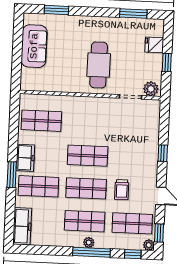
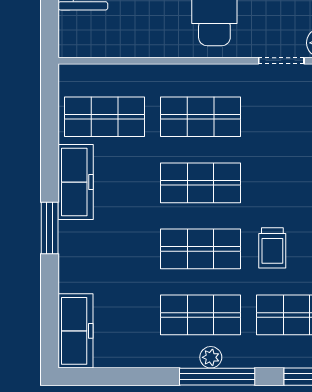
freezer: (25, 158) -> (76, 182), width x1.40
shop shelf: (38, 186) -> (201, 117), moved

